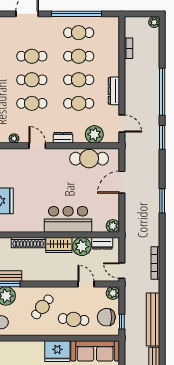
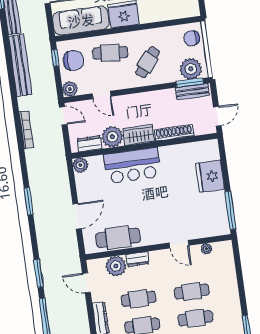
dresser: (63, 138) -> (137, 259), moved

